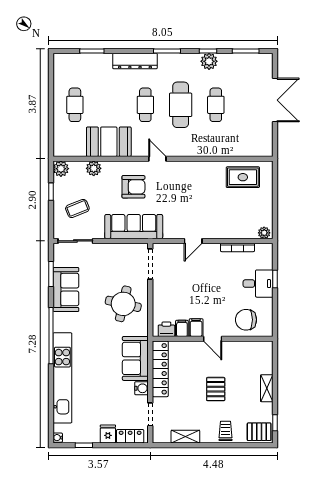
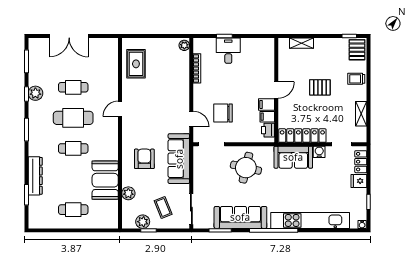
dresser: (135, 61) -> (35, 176), moved
double door: (275, 100) -> (69, 36), swing flipped
door: (157, 159) -> (120, 109), moved
plant: (61, 169) -> (143, 222), moved
door: (193, 241) -> (191, 119), moved
sofa: (66, 290) -> (240, 217), width x1.36
chair: (246, 320) -> (223, 113), moved, turned 90
shelving: (267, 388) -> (302, 43), moved

